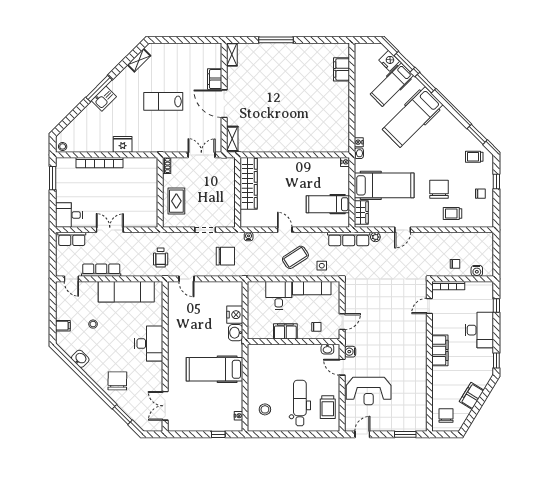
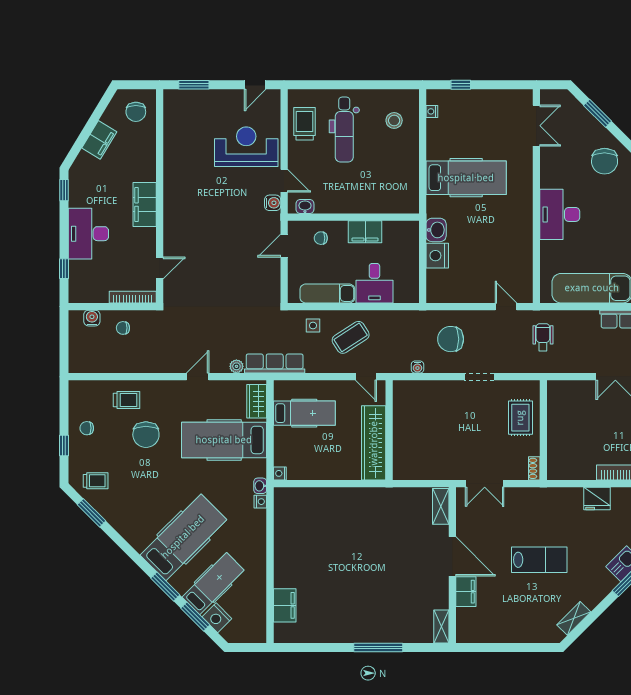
wardrobe: (249, 183) -> (374, 443), moved
wall: (238, 192) -> (389, 430), moved

